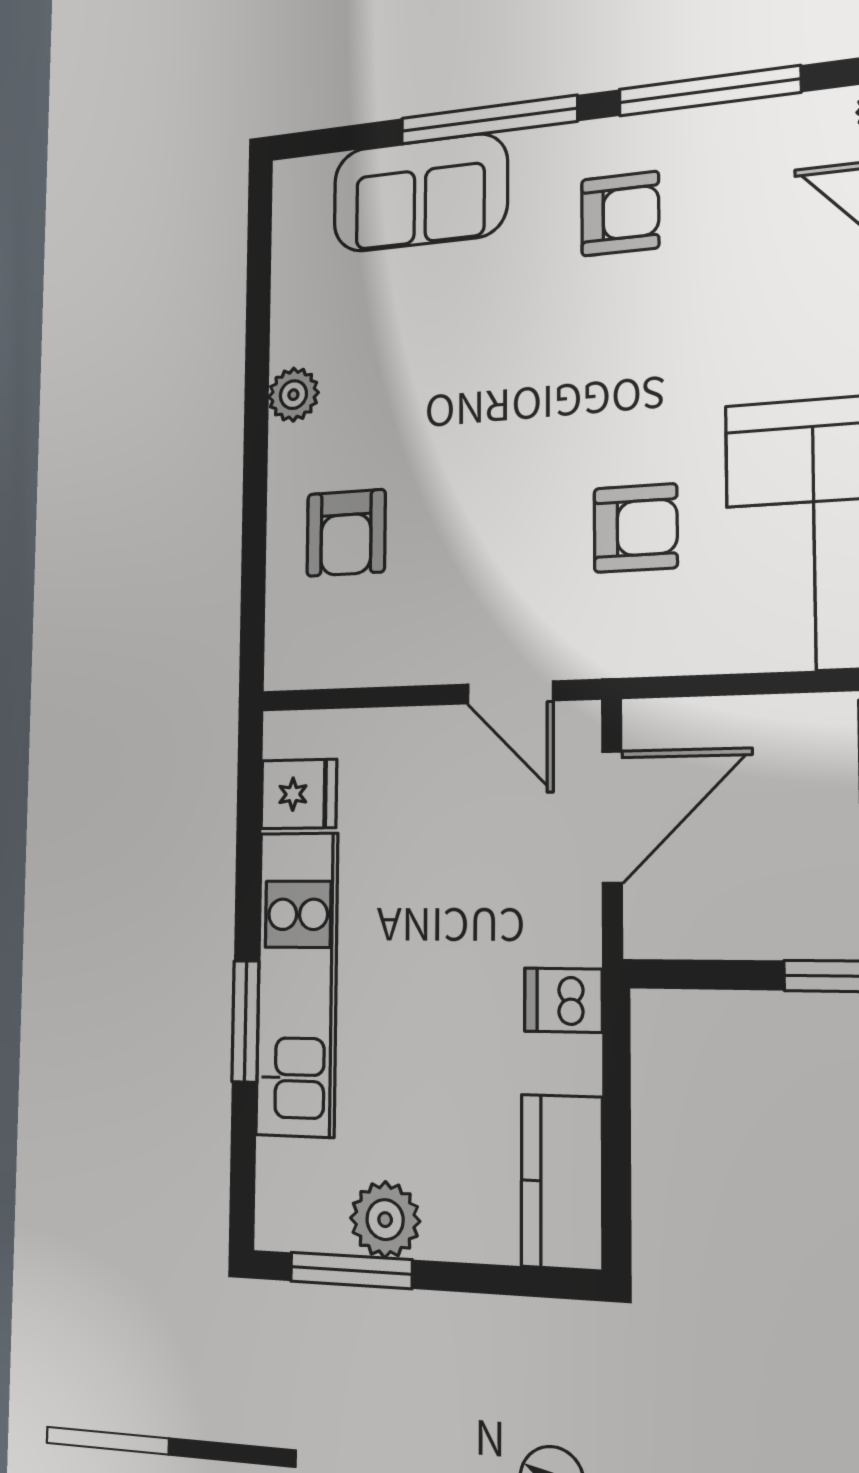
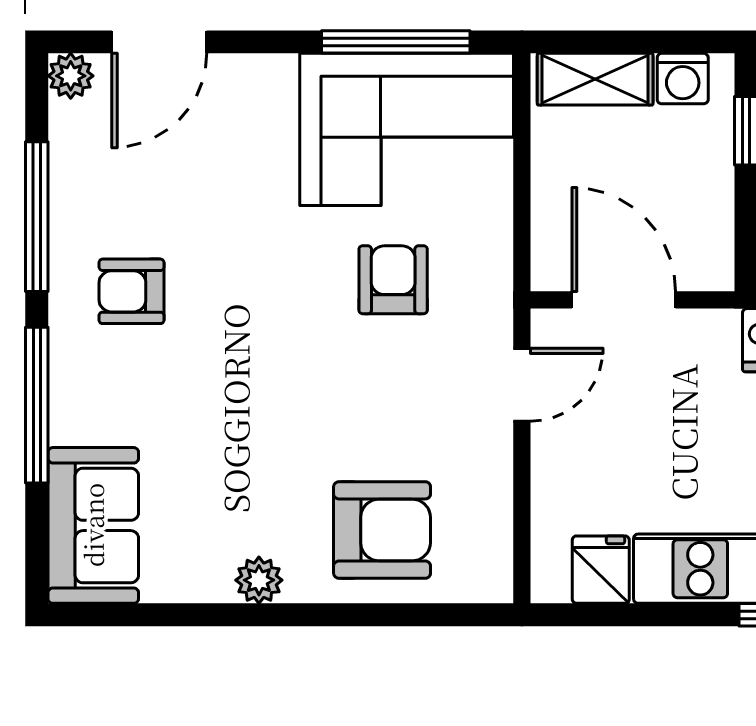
sofa: (420, 193) -> (93, 525), moved
armchair: (620, 214) -> (132, 291), turned -90
armchair: (346, 533) -> (382, 530), width x1.38, depth x1.38

